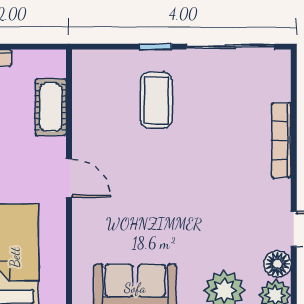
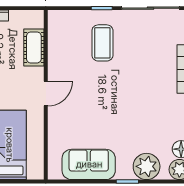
door: (69, 178) -> (46, 94), hinge flipped

